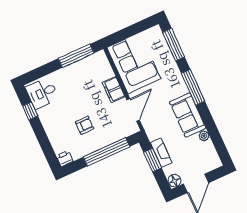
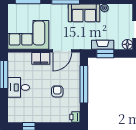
desk: (42, 93) -> (19, 87), moved, turned 90
door: (133, 110) -> (62, 51), swing flipped

